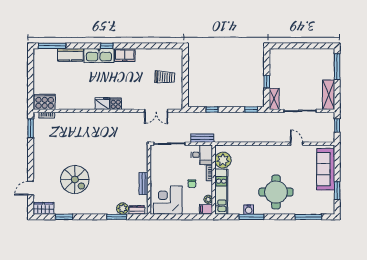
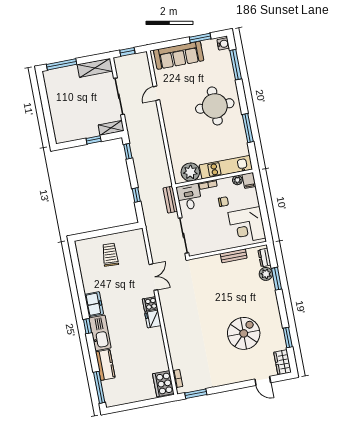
double door: (156, 111) -> (153, 277), moved
water cooler: (249, 209) -> (223, 44), moved

